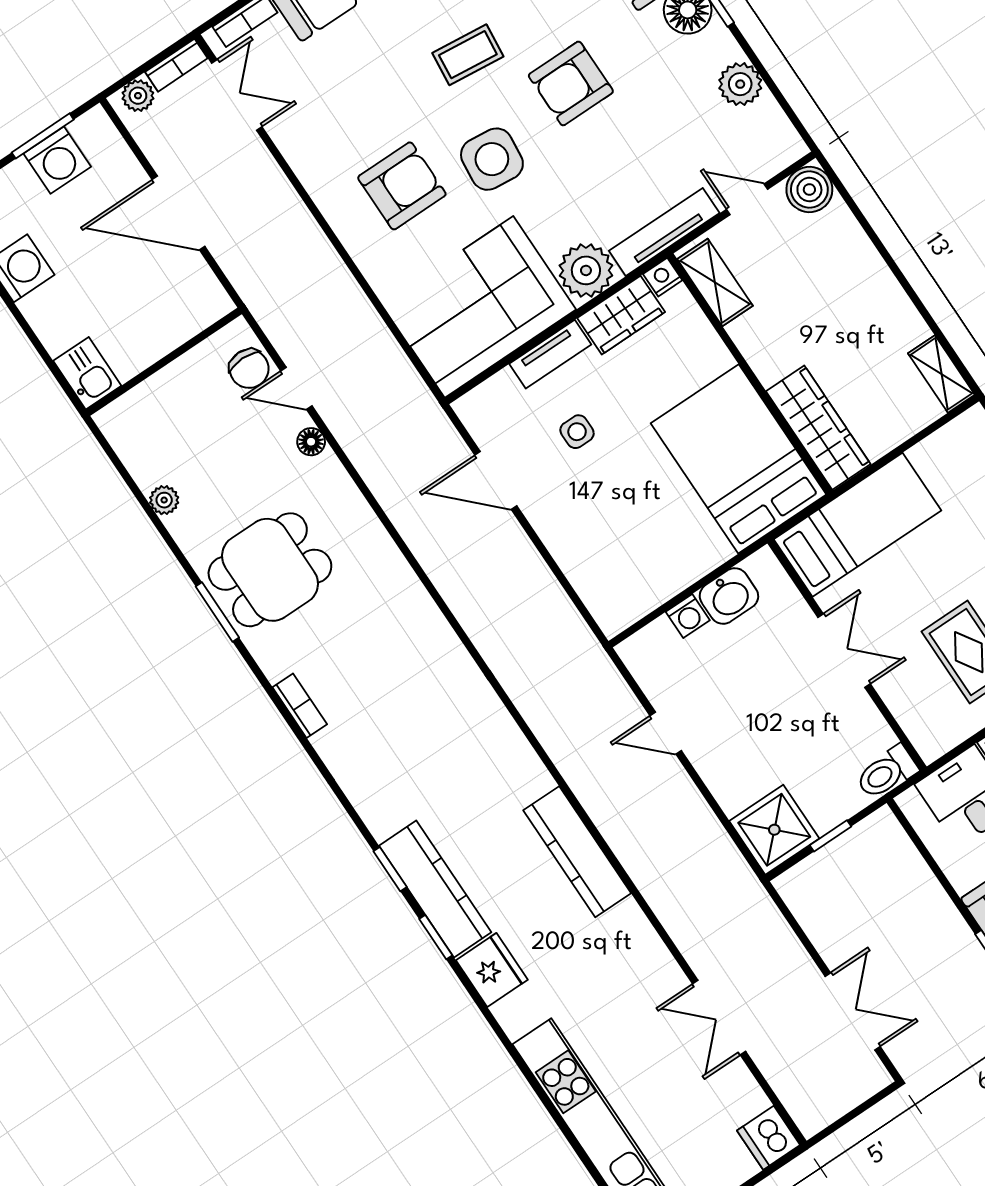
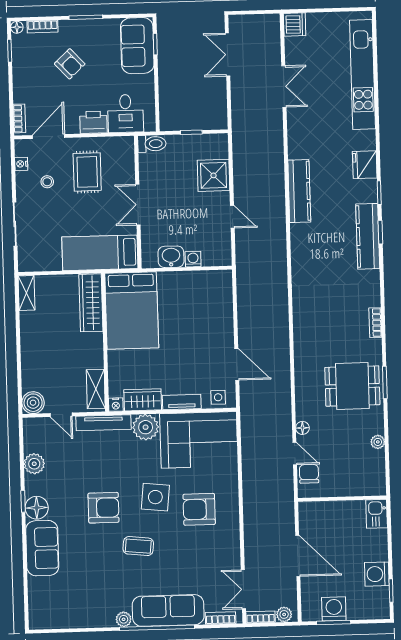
side table: (577, 432) -> (218, 397), moved
shower: (774, 830) -> (213, 175), moved
kitchen counter: (435, 889) -> (368, 236), moved

